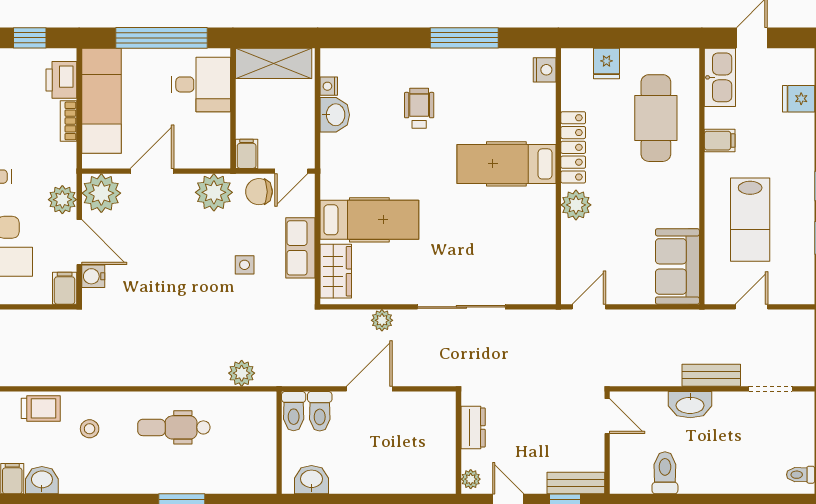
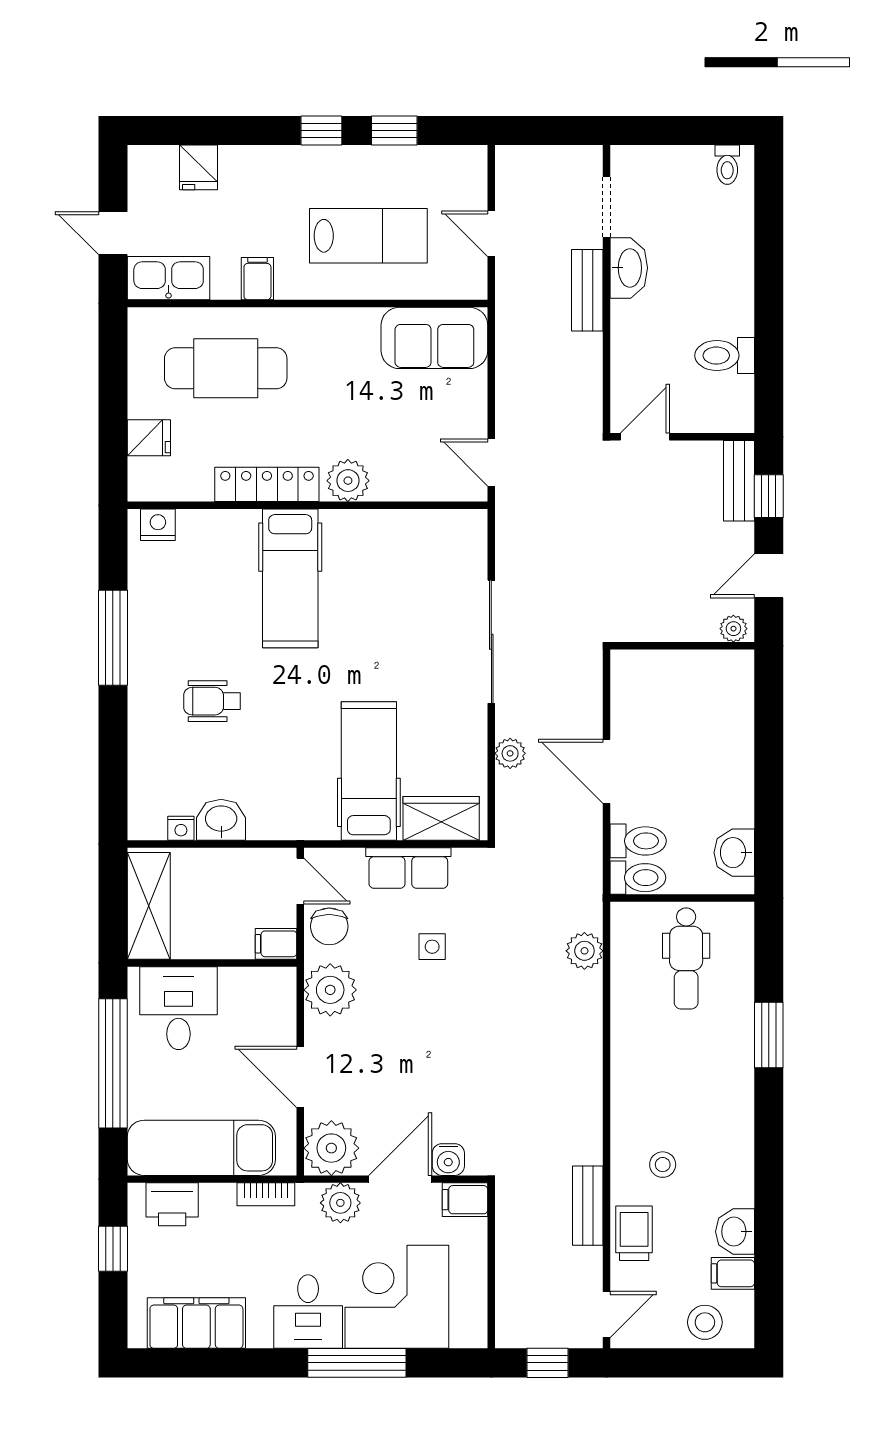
bookcase: (68, 121) -> (266, 1194), moved
bench: (60, 376) -> (588, 1206), added
washbasin: (690, 405) -> (629, 268), moved
dental chair: (174, 427) -> (686, 958), moved
dresser: (473, 428) -> (661, 625), removed

